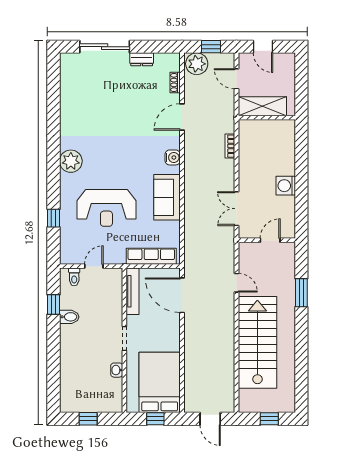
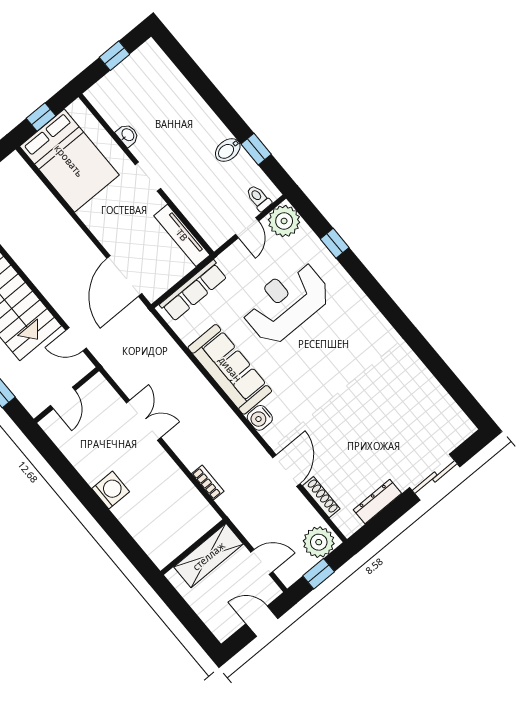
sliding door: (105, 47) -> (435, 477), width x0.73
dresser: (142, 59) -> (377, 502), width x1.44
shoe rack: (175, 82) -> (321, 497), width x1.43
plant: (71, 161) -> (284, 221), moved
sofa: (167, 197) -> (230, 369), width x1.36
wall: (267, 240) -> (66, 395), moved
door: (270, 240) -> (63, 398), moved
door: (182, 295) -> (124, 276), swing flipped

